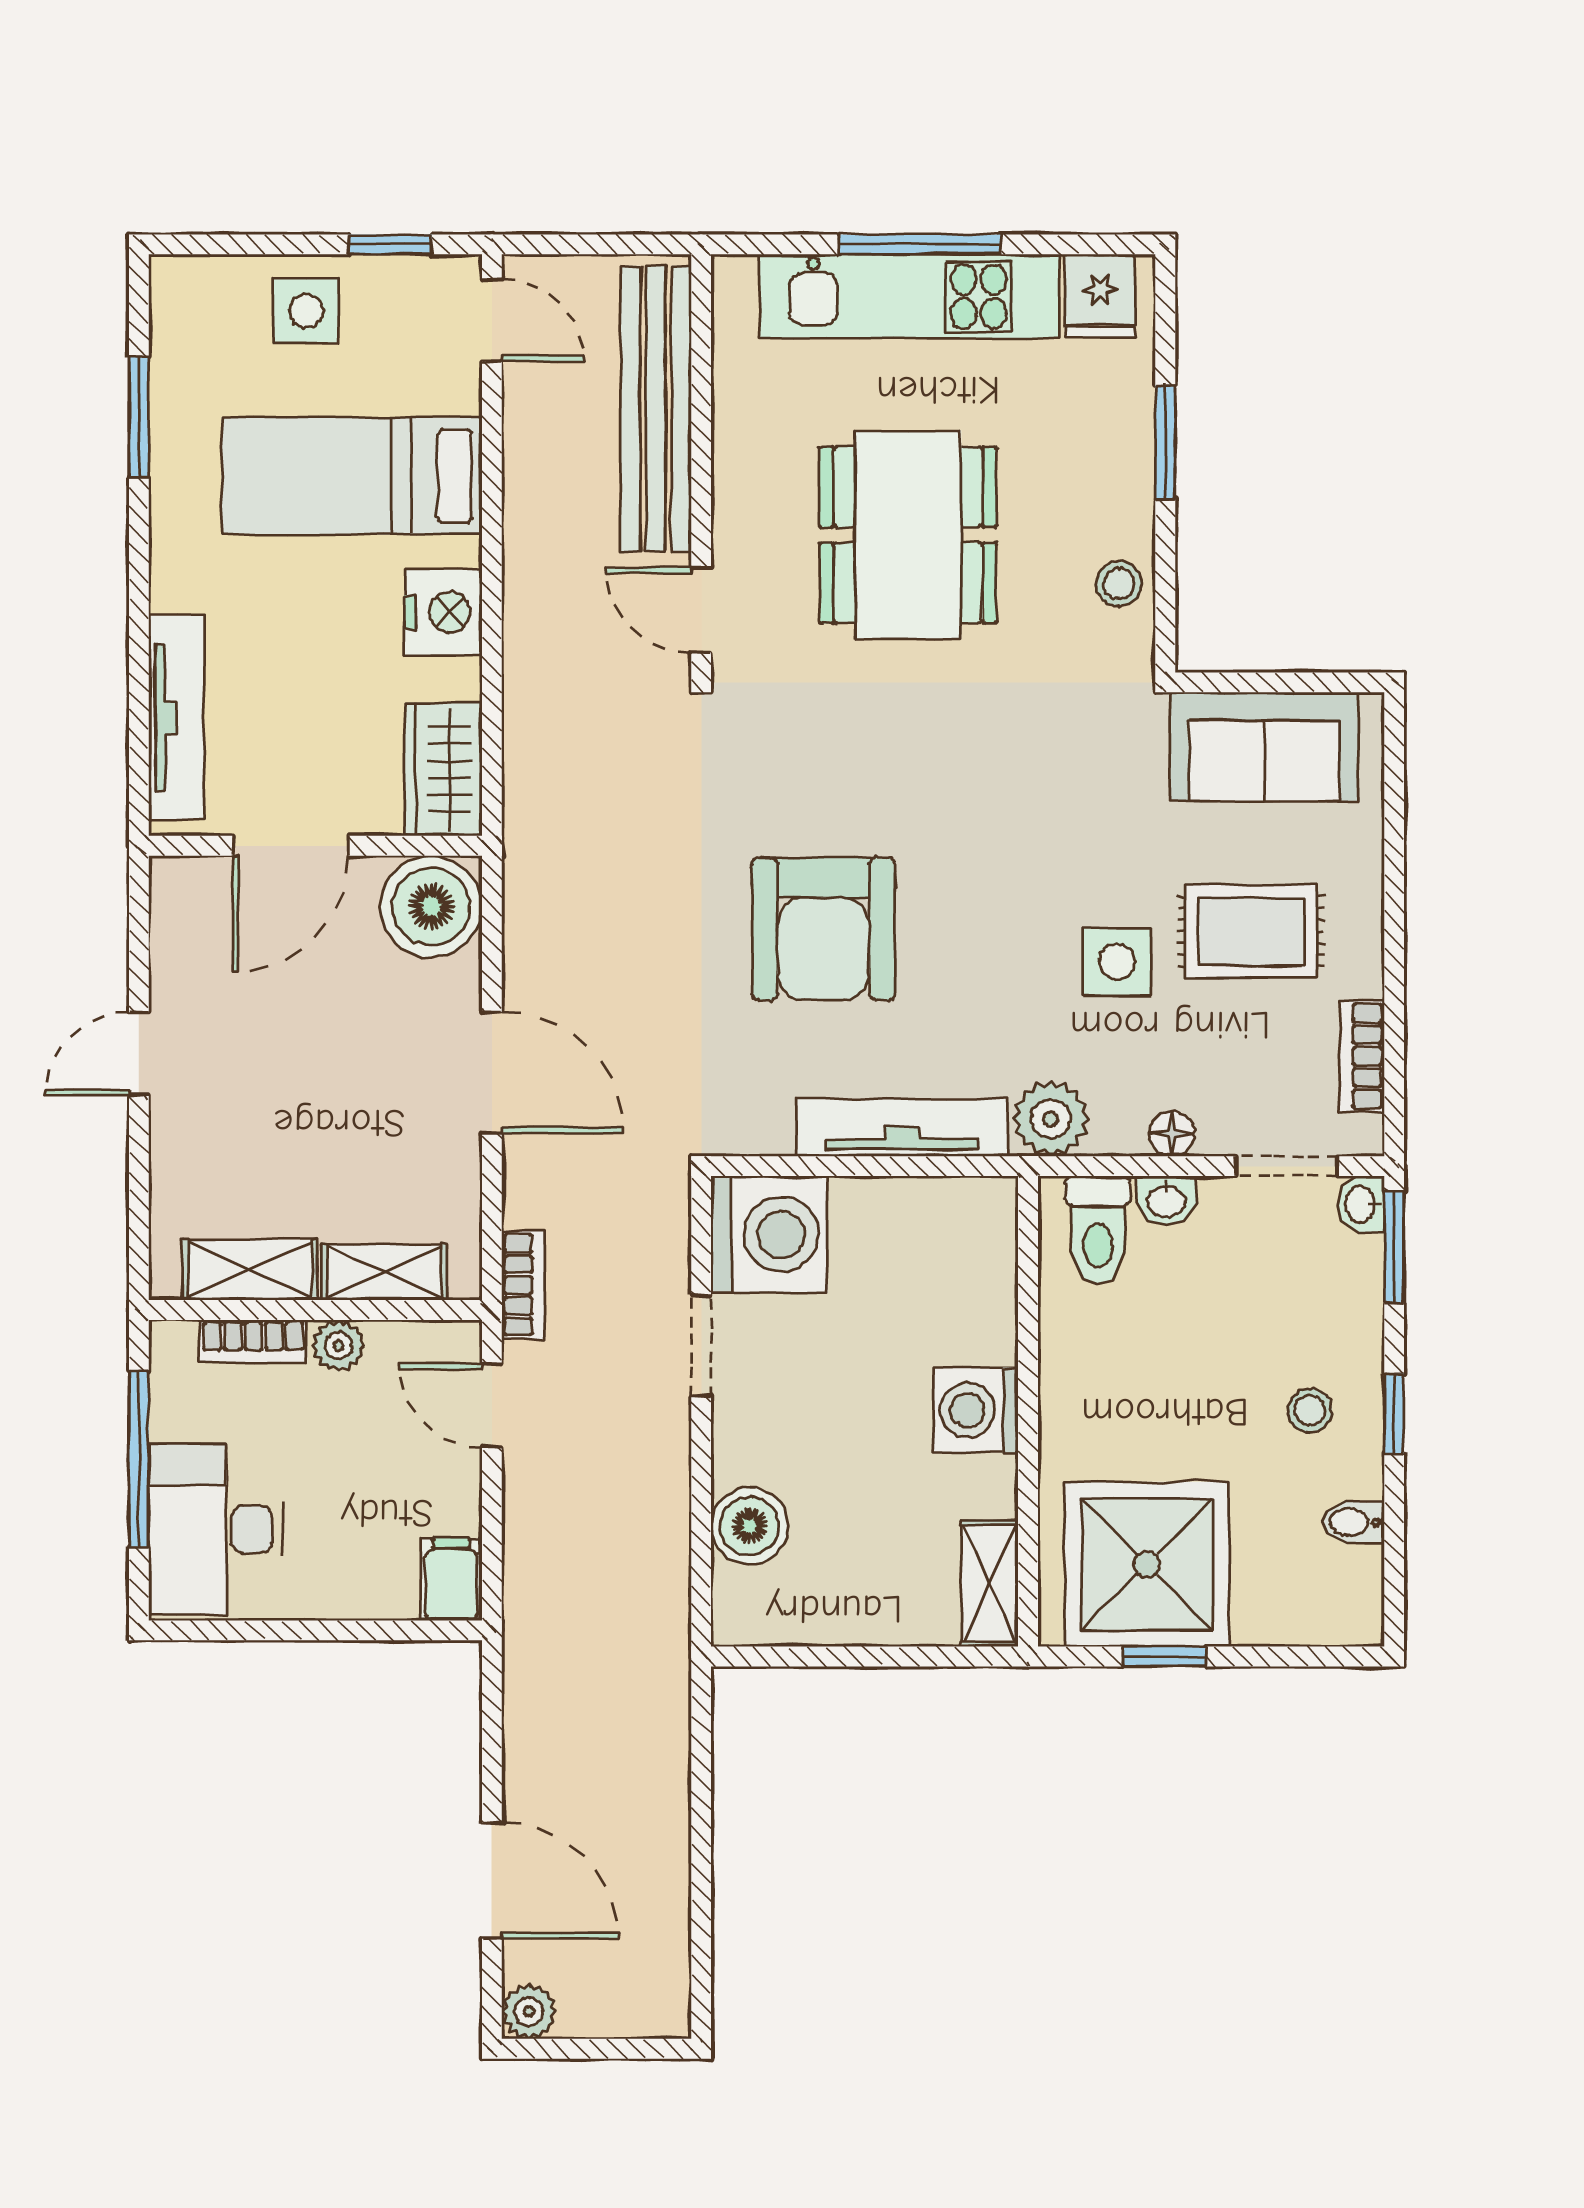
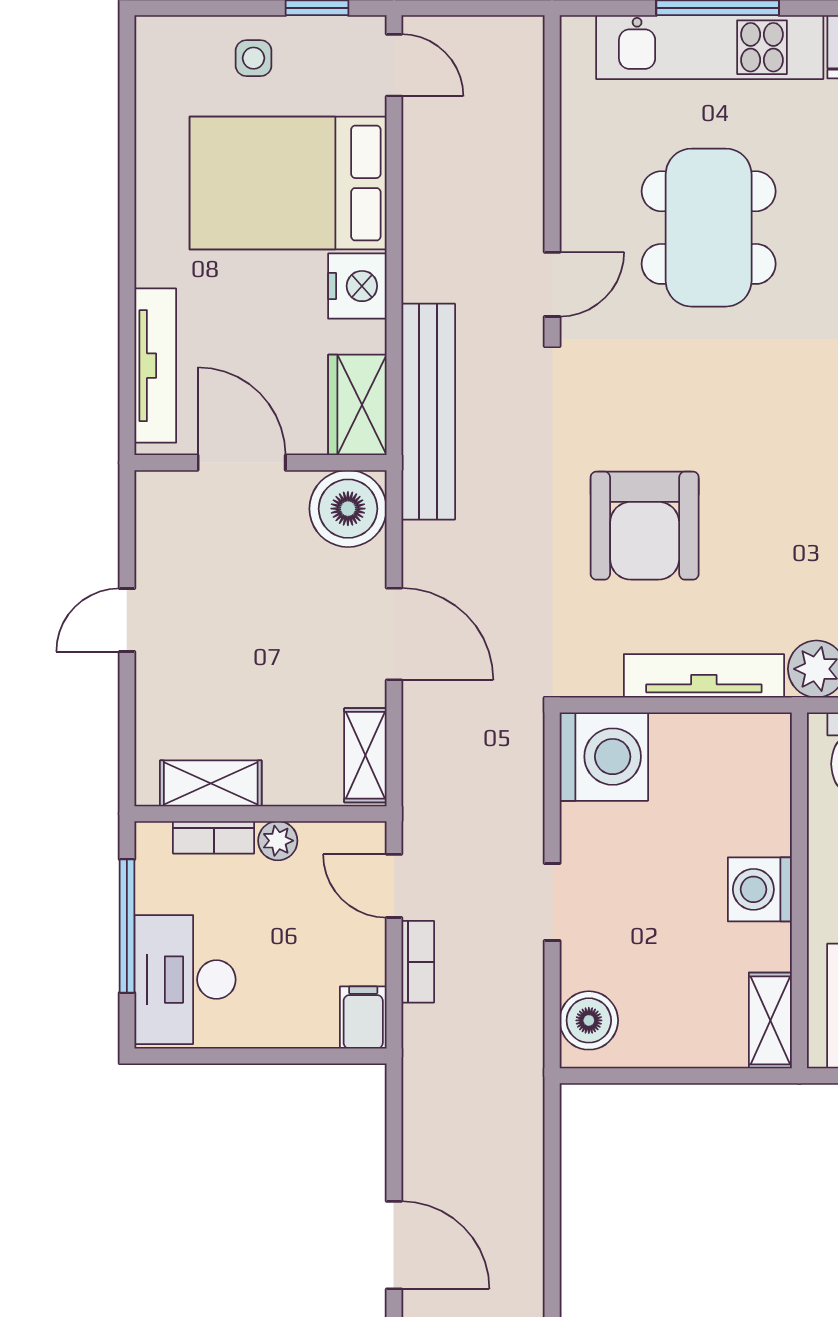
side table: (306, 311) -> (254, 58), width x0.73, depth x0.73
bench: (656, 409) -> (428, 412), moved
window: (139, 417) -> (127, 138), removed
bed: (352, 476) -> (288, 183), width x1.50
door: (701, 610) -> (552, 284), swing flipped
door: (290, 846) -> (242, 463), swing flipped
shelving: (384, 1272) -> (365, 755), moved, turned 90
bookcase: (523, 1285) -> (418, 962), moved
doorway: (701, 1346) -> (552, 902), moved
boiler: (750, 1526) -> (589, 1020), moved

